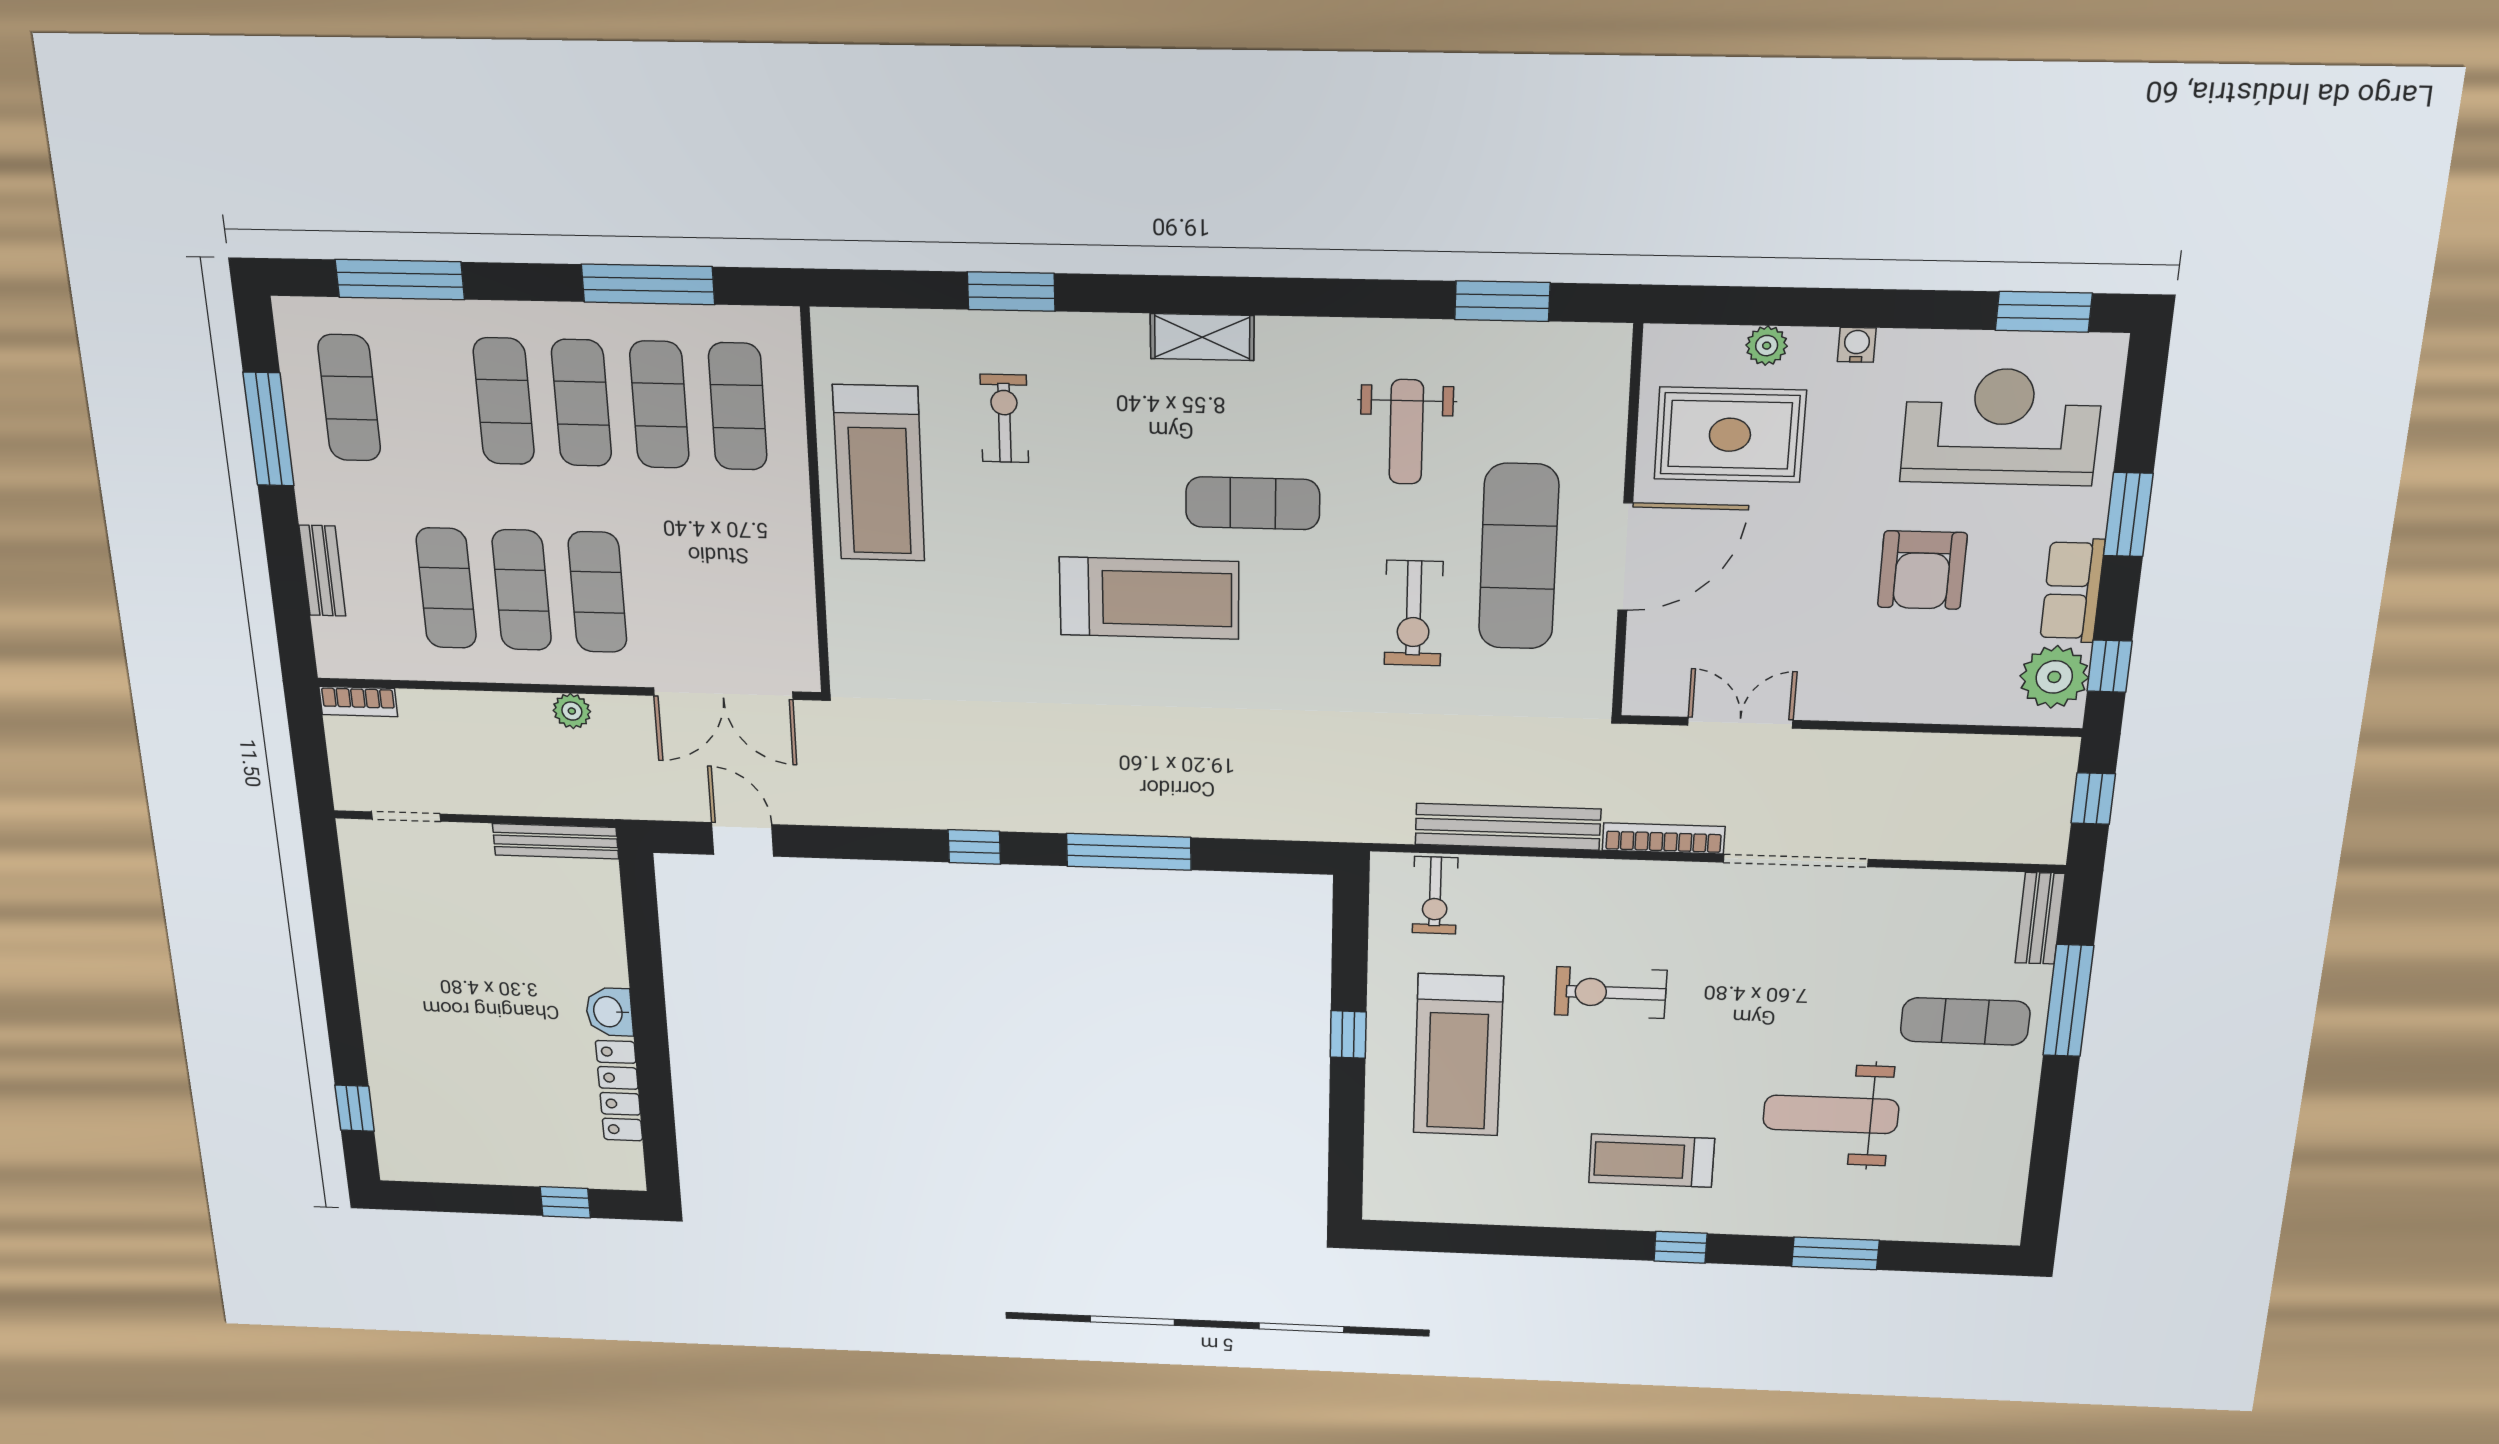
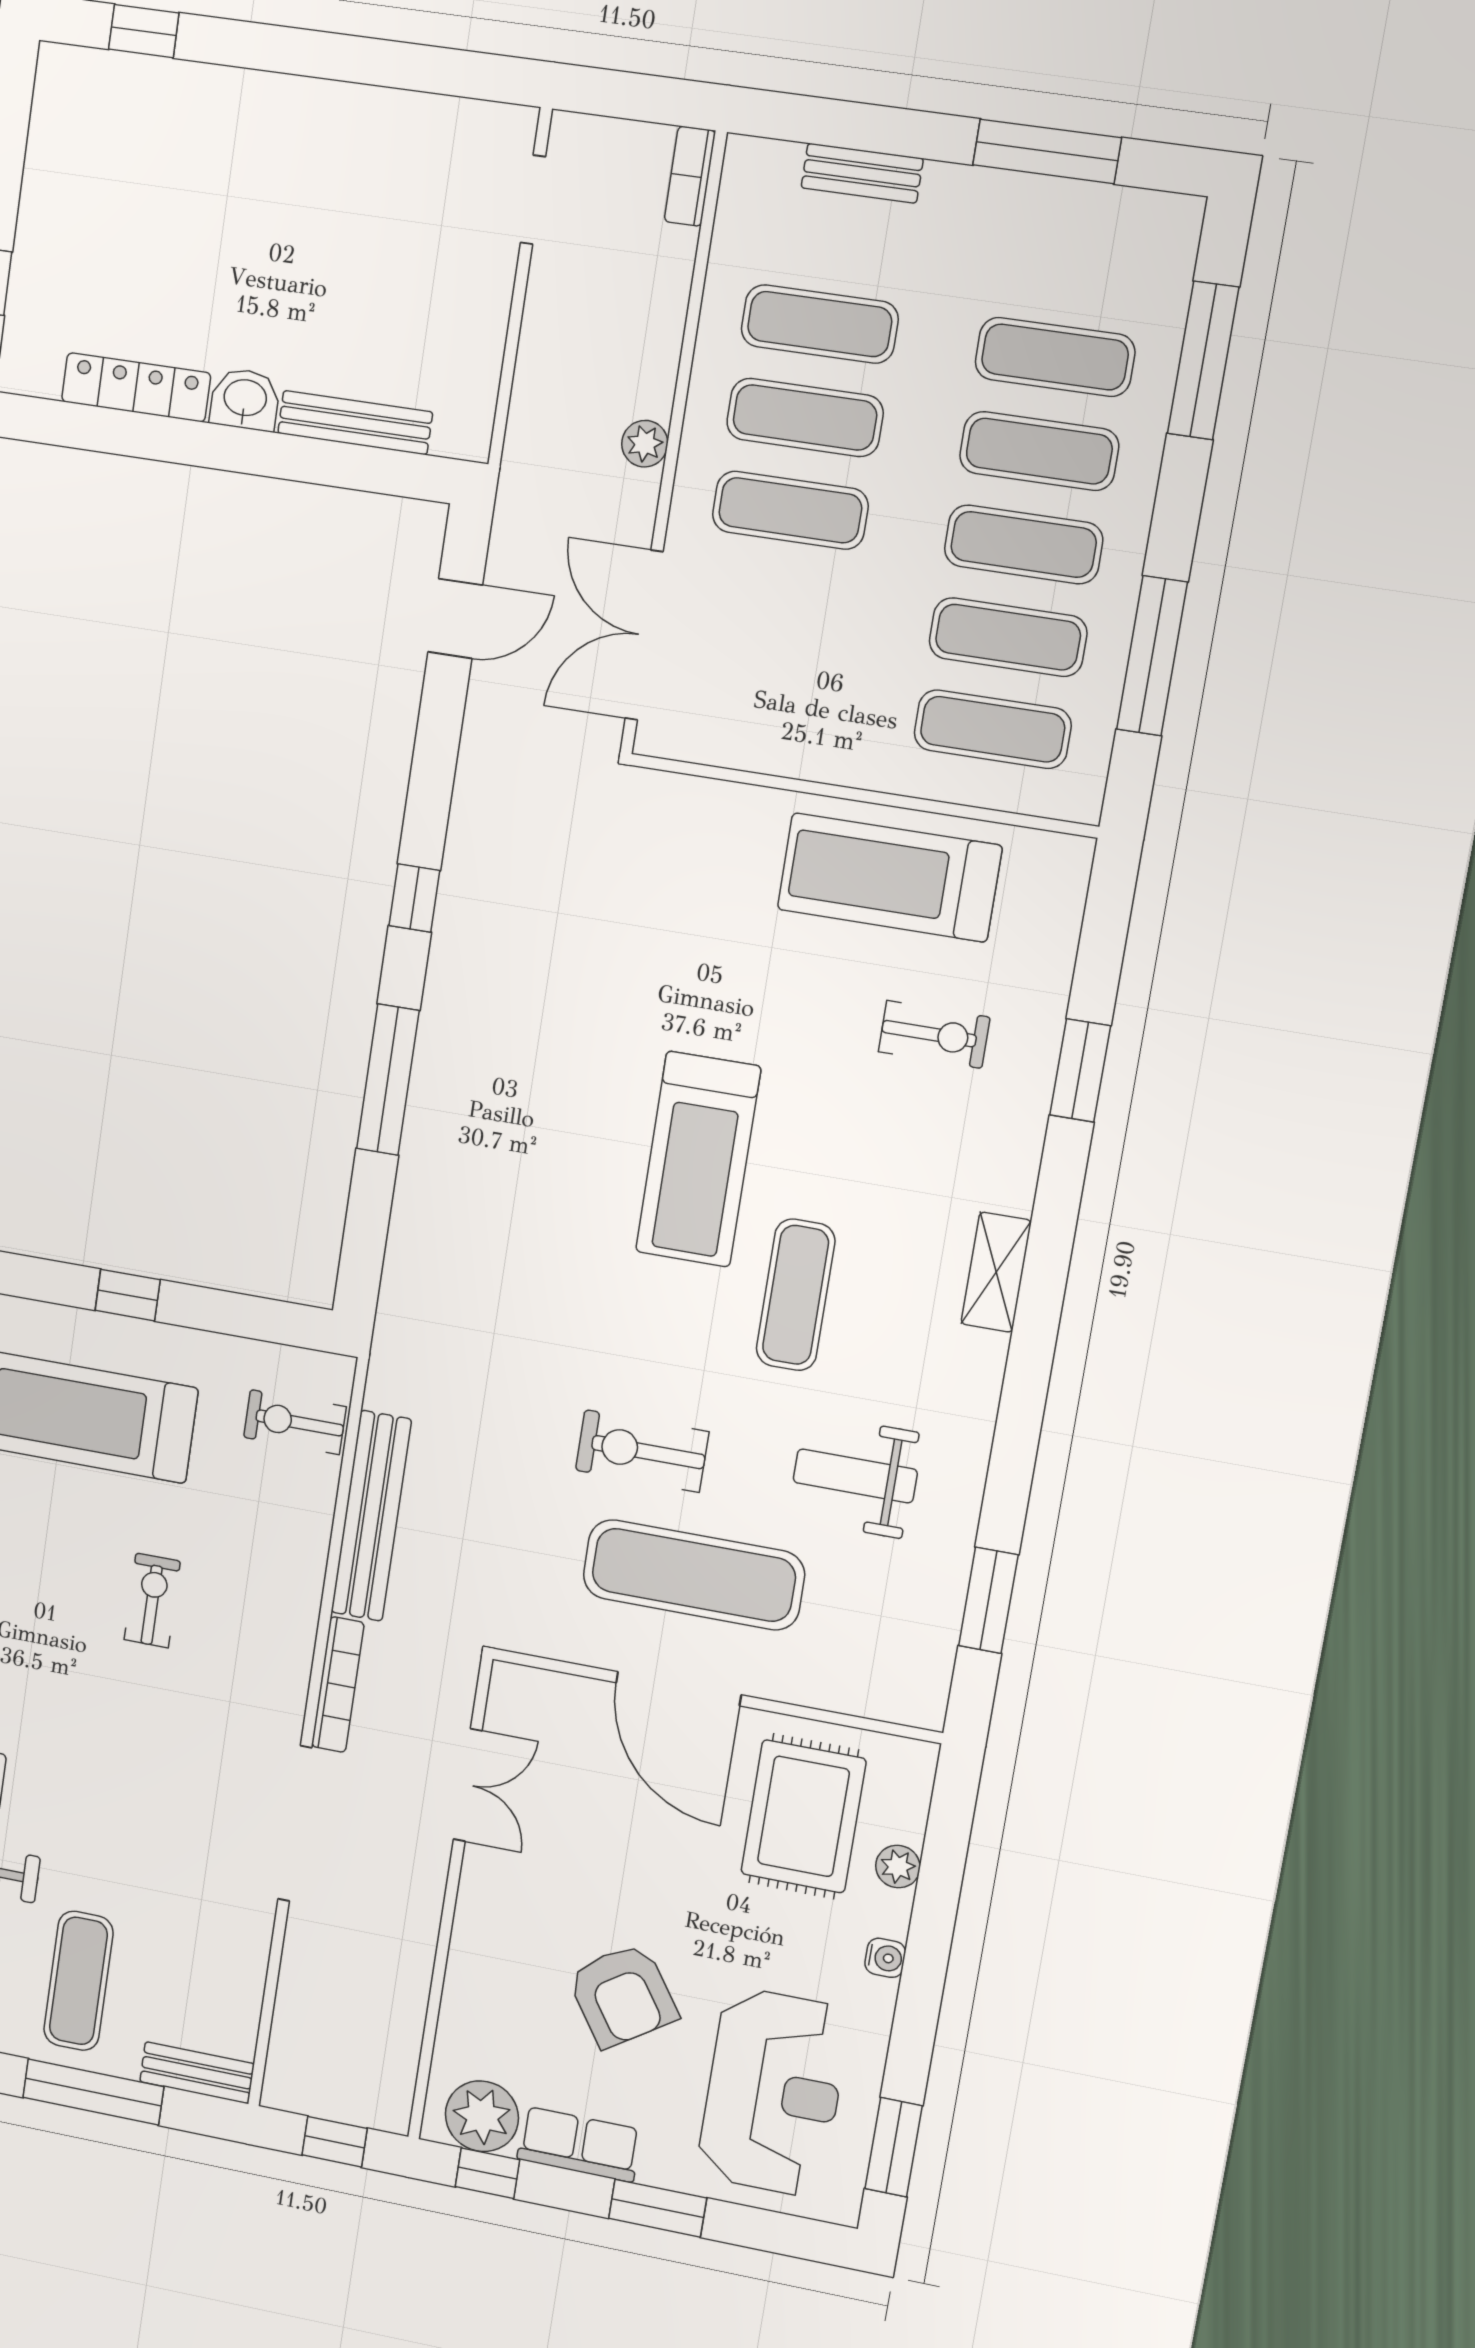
exercise mat: (349, 398) -> (1055, 357), moved
armchair: (1922, 570) -> (622, 1995), turned -124
bench: (556, 841) -> (355, 423), moved, turned 90
exercise bike: (1611, 993) -> (152, 1601), width x0.73, depth x0.72

